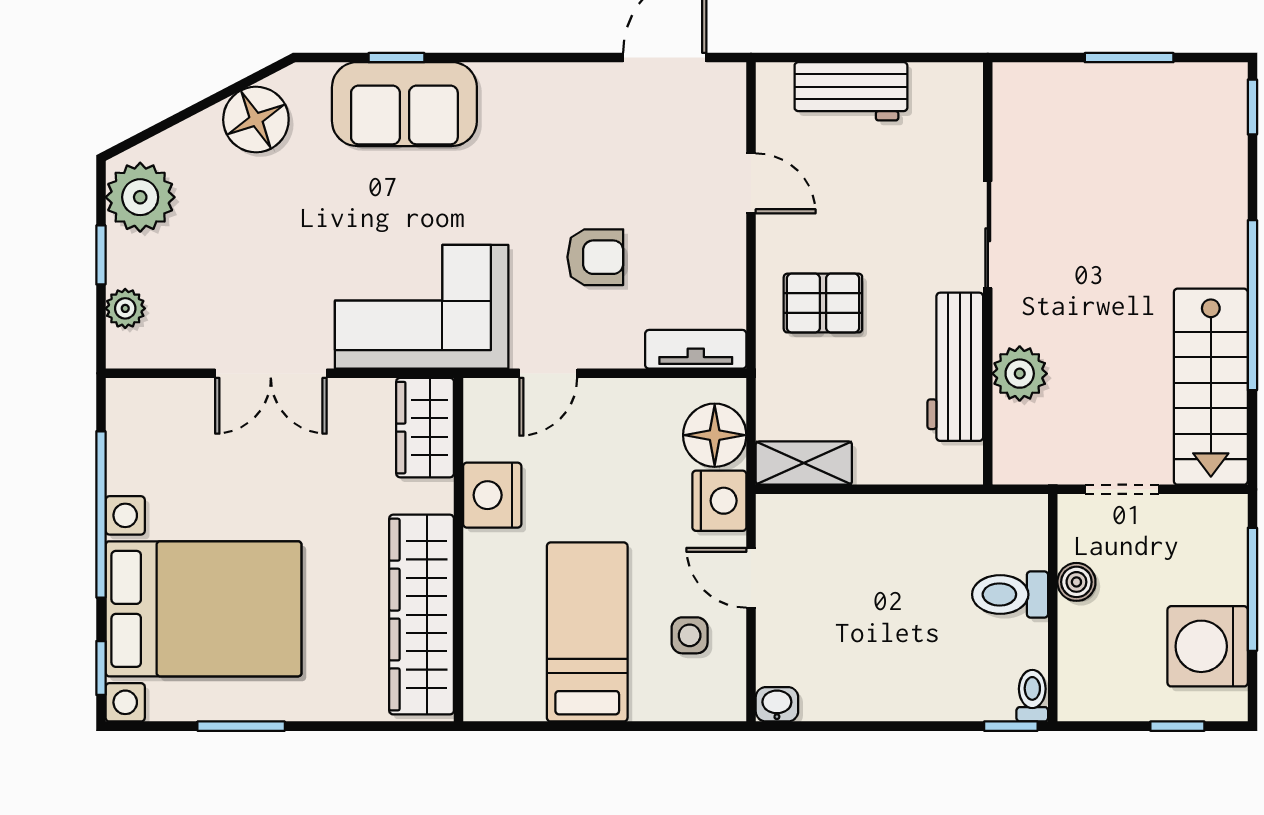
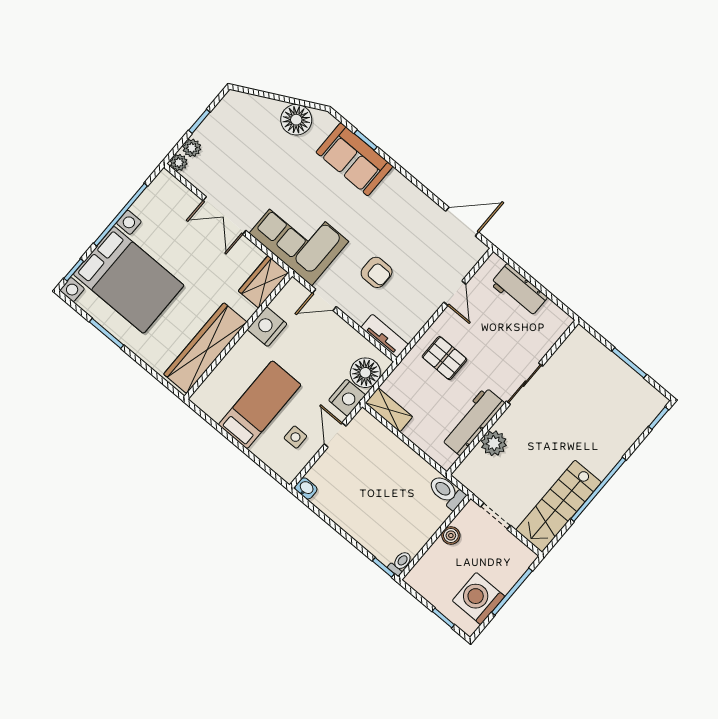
plant: (140, 197) -> (179, 163), moved, width x0.53, depth x0.53
toilet: (1010, 594) -> (447, 492), moved

